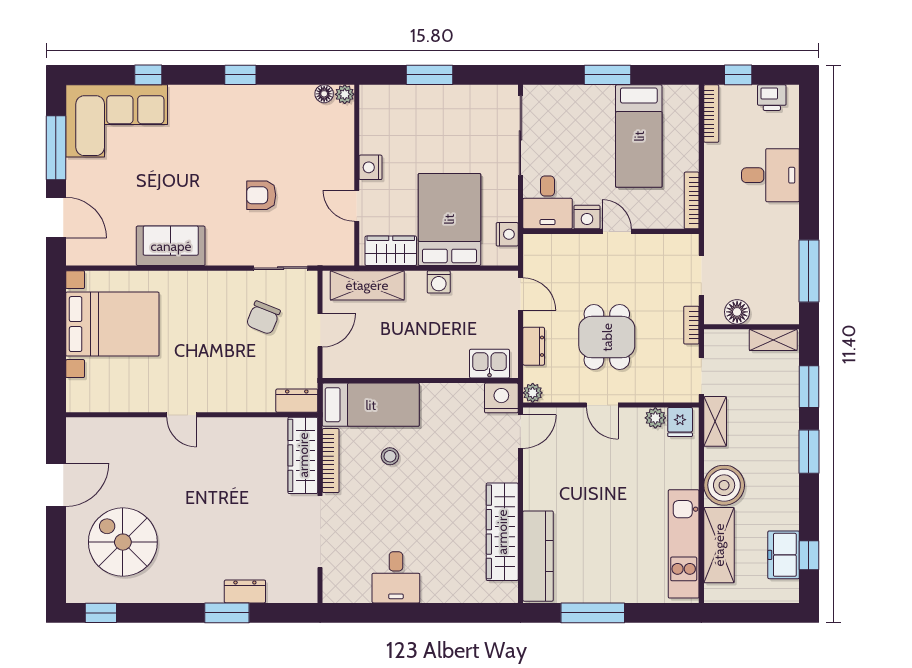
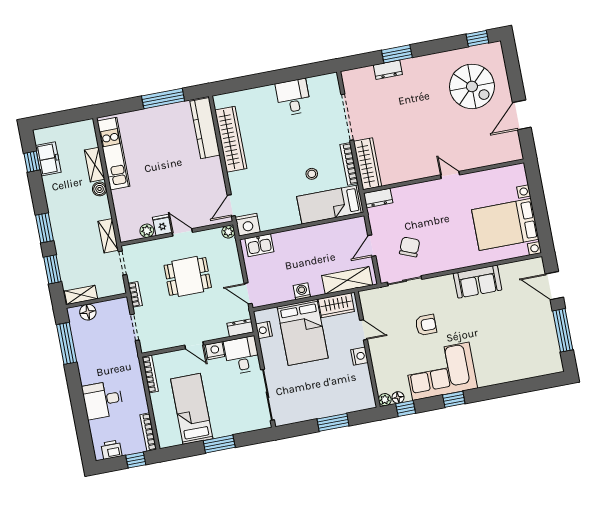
window: (148, 75) -> (406, 408), moved
corner sofa: (117, 121) -> (441, 371), moved
floor lamp: (737, 312) -> (88, 312), moved
dining table: (607, 337) -> (188, 276), turned 90
dresser: (534, 346) -> (240, 328), moved, turned 90
fridge: (680, 422) -> (162, 225), moved
boiler: (724, 485) -> (100, 189), width x0.54, depth x0.54
shelving: (719, 545) -> (95, 165), width x0.67, depth x0.75

